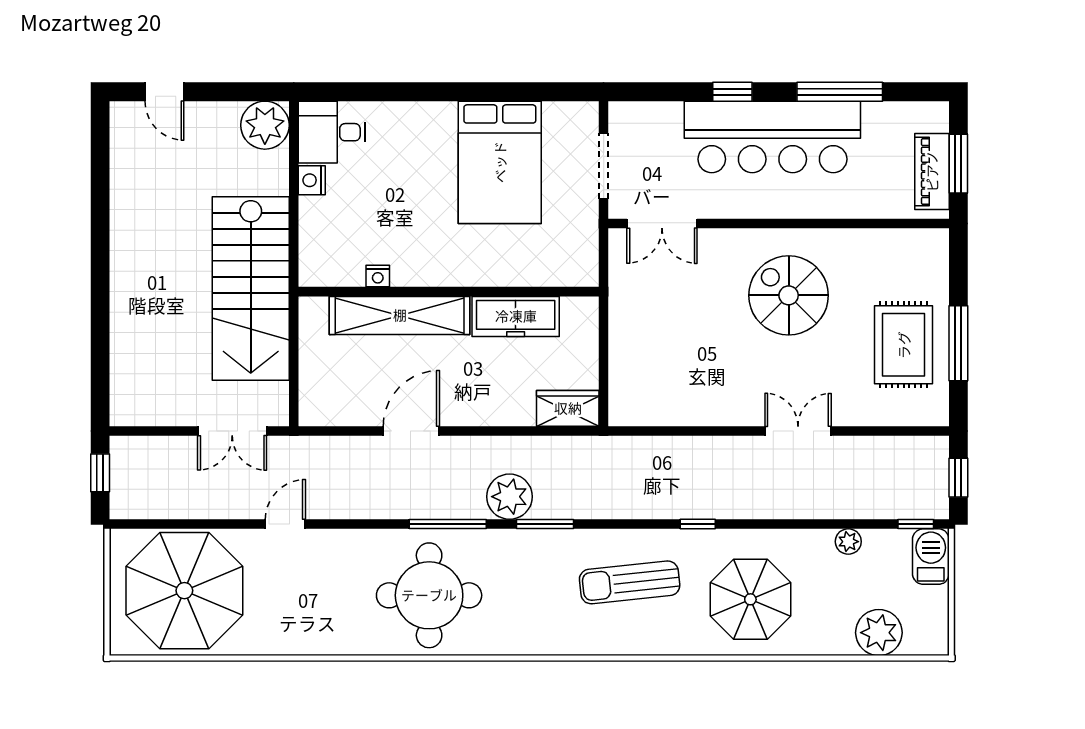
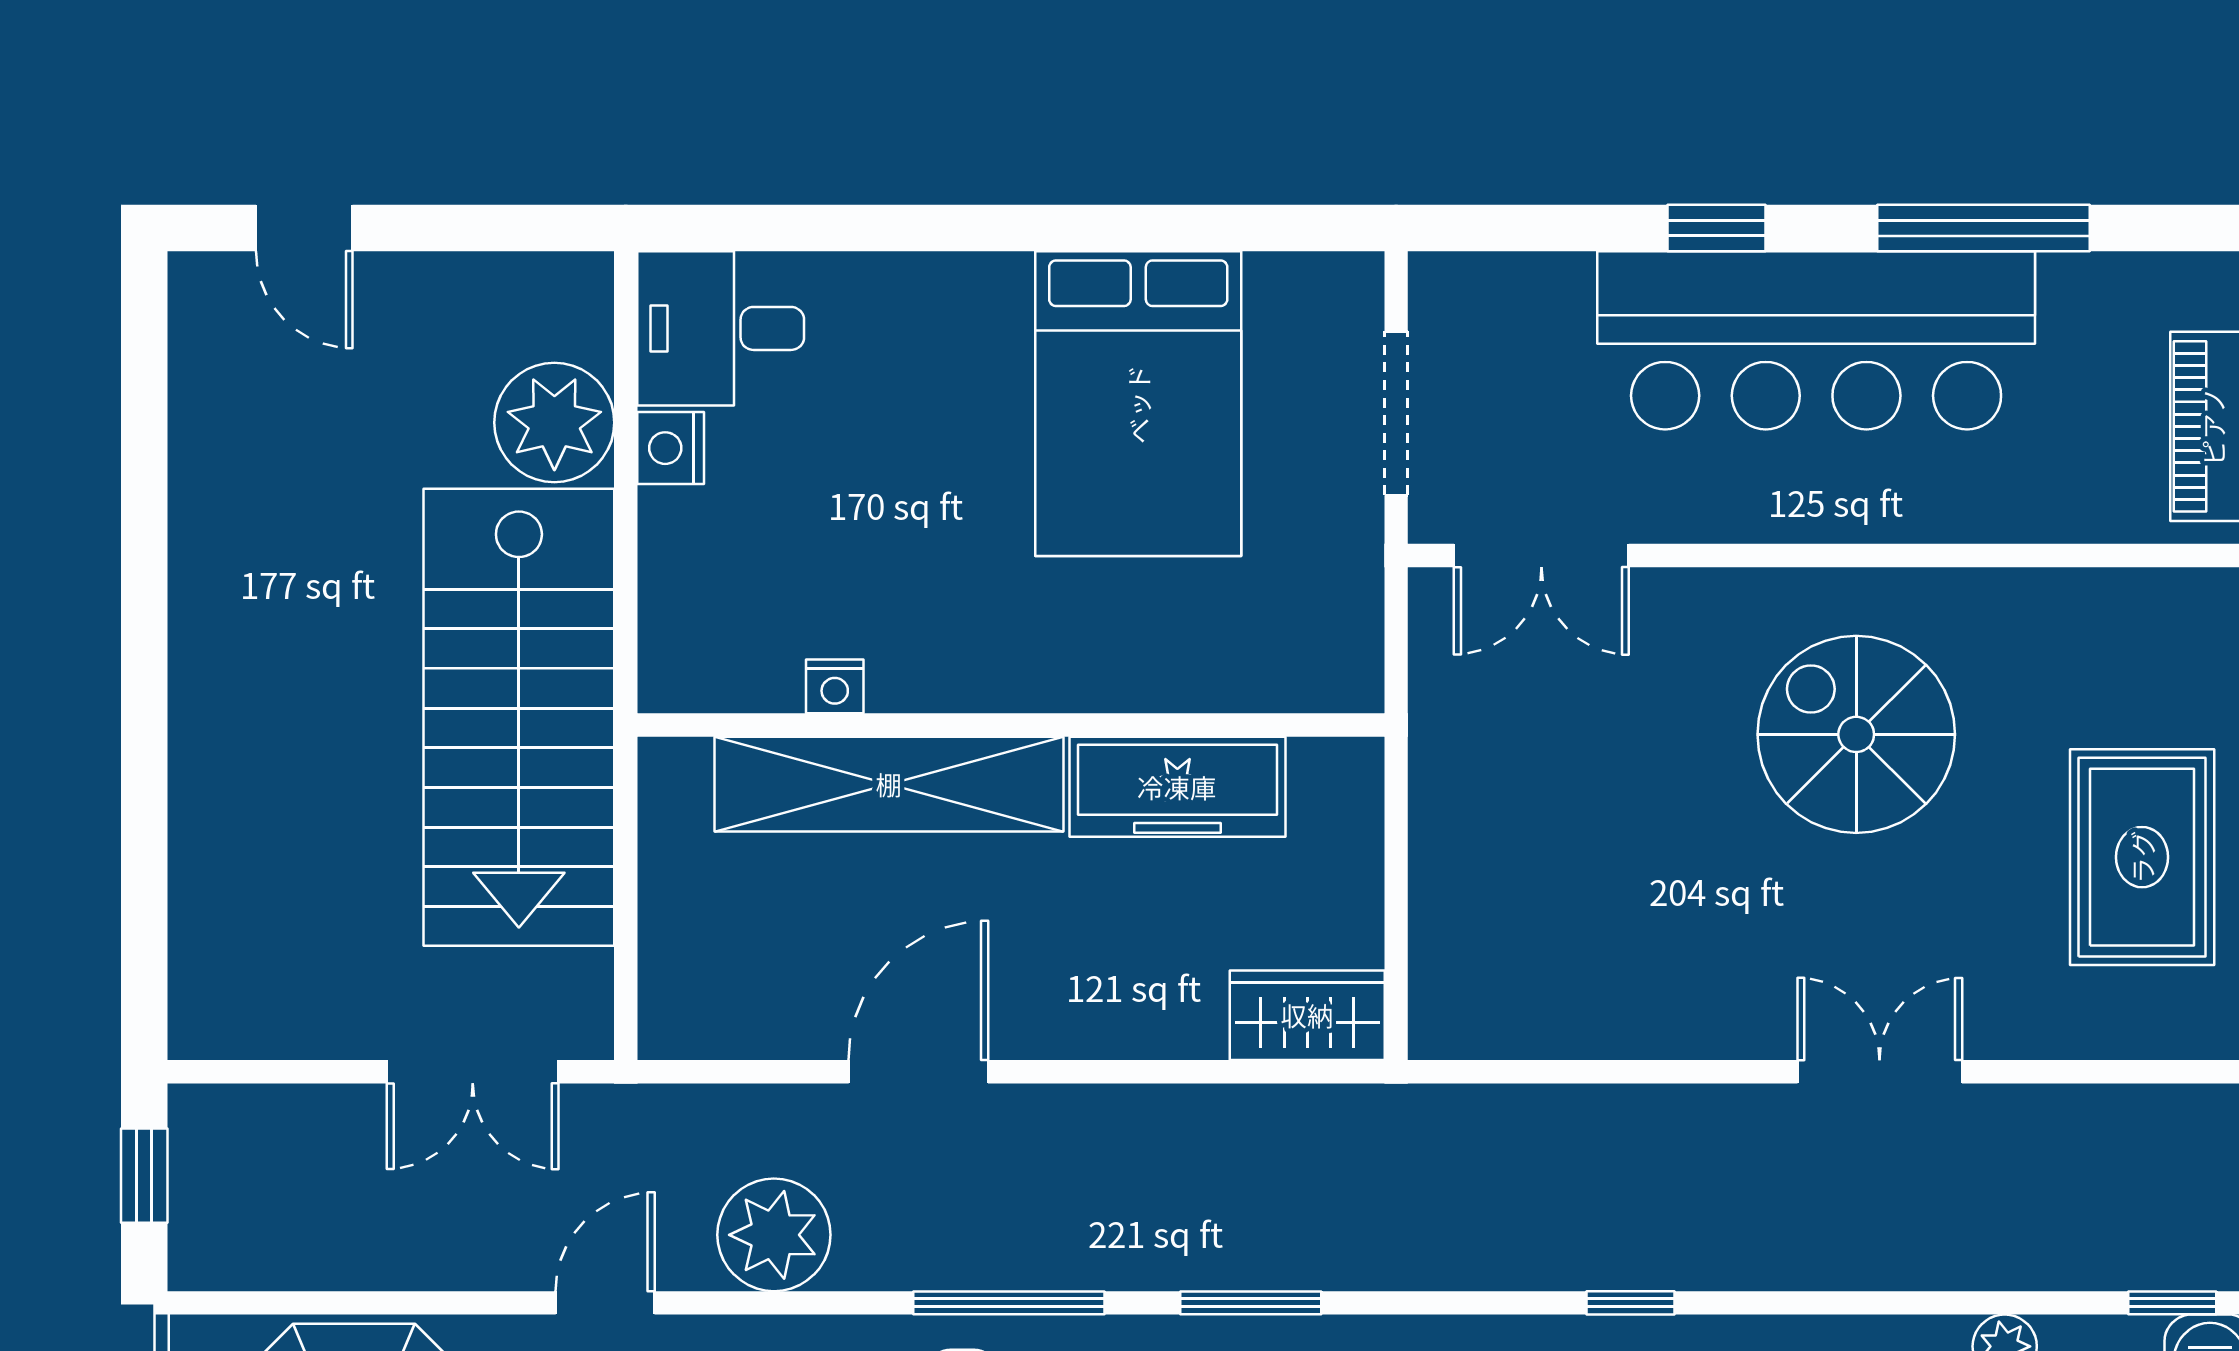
plant: (265, 125) -> (554, 423), moved
plant: (510, 497) -> (774, 1235), moved

